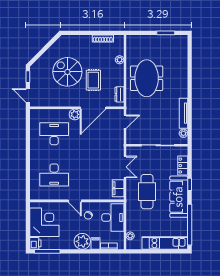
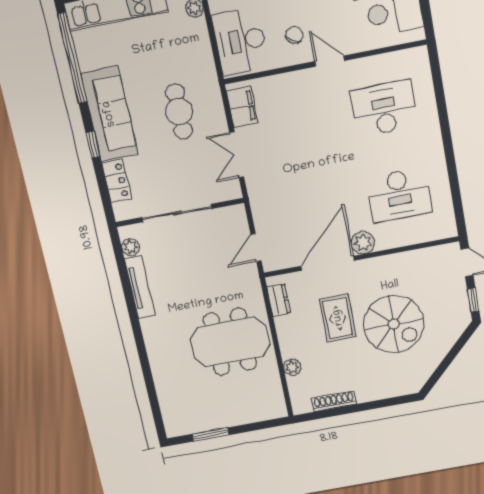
meeting table: (147, 78) -> (230, 342), turned 90
cafe table: (147, 192) -> (179, 112), width x0.73, depth x0.74

